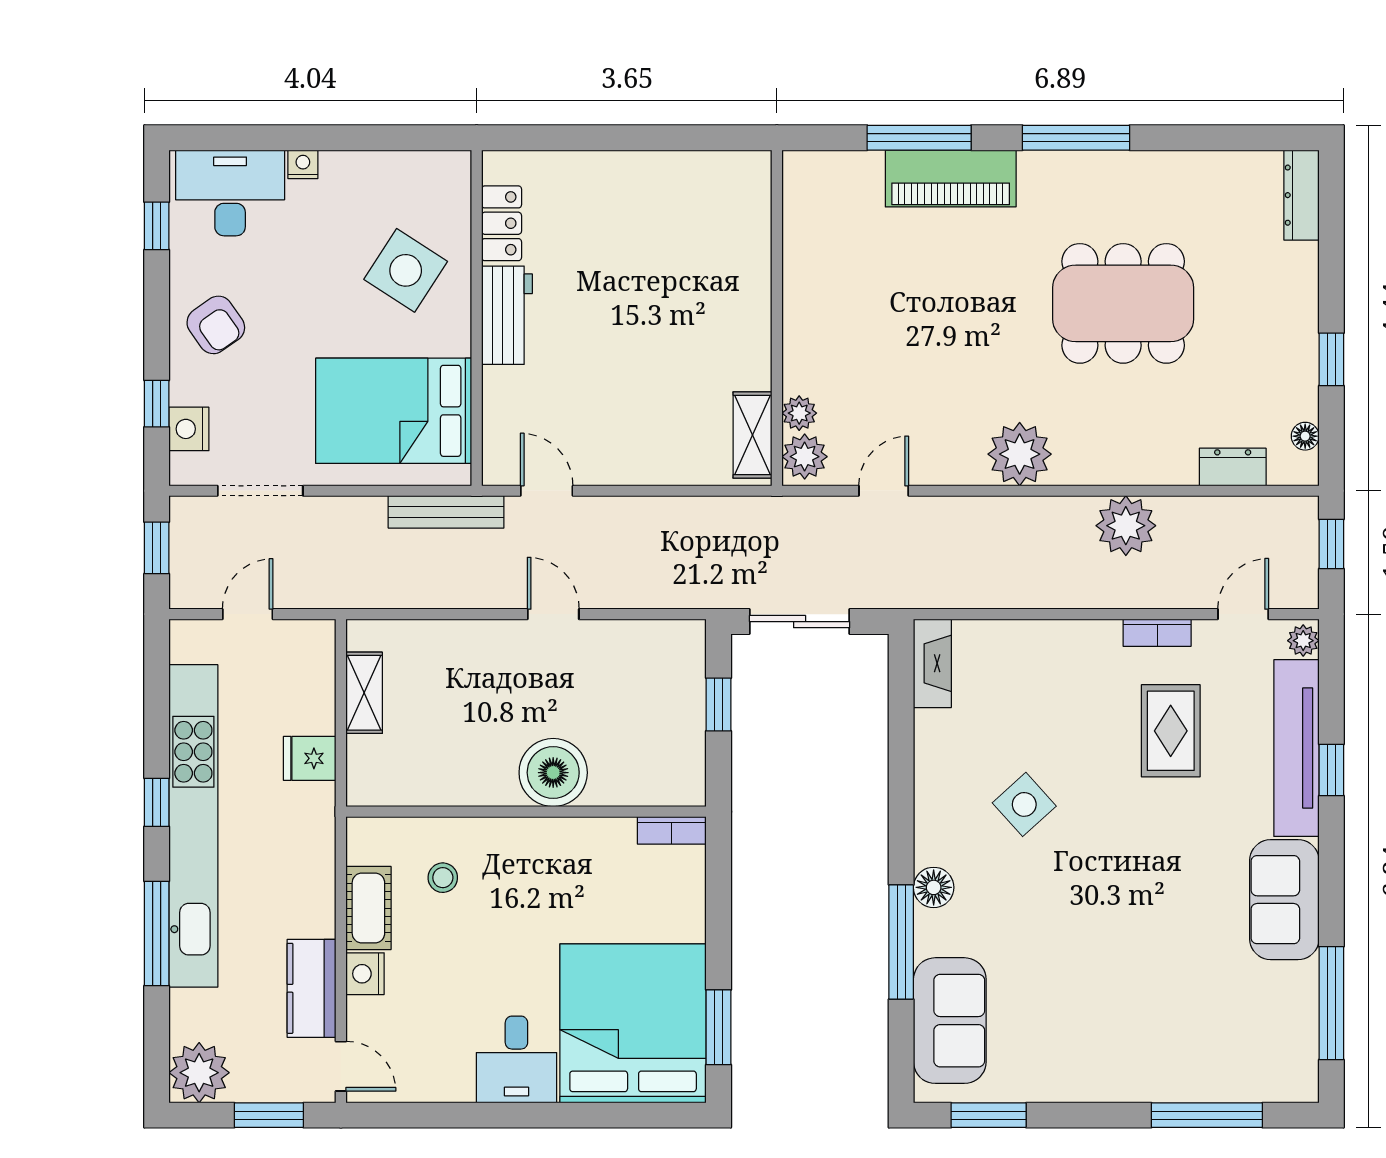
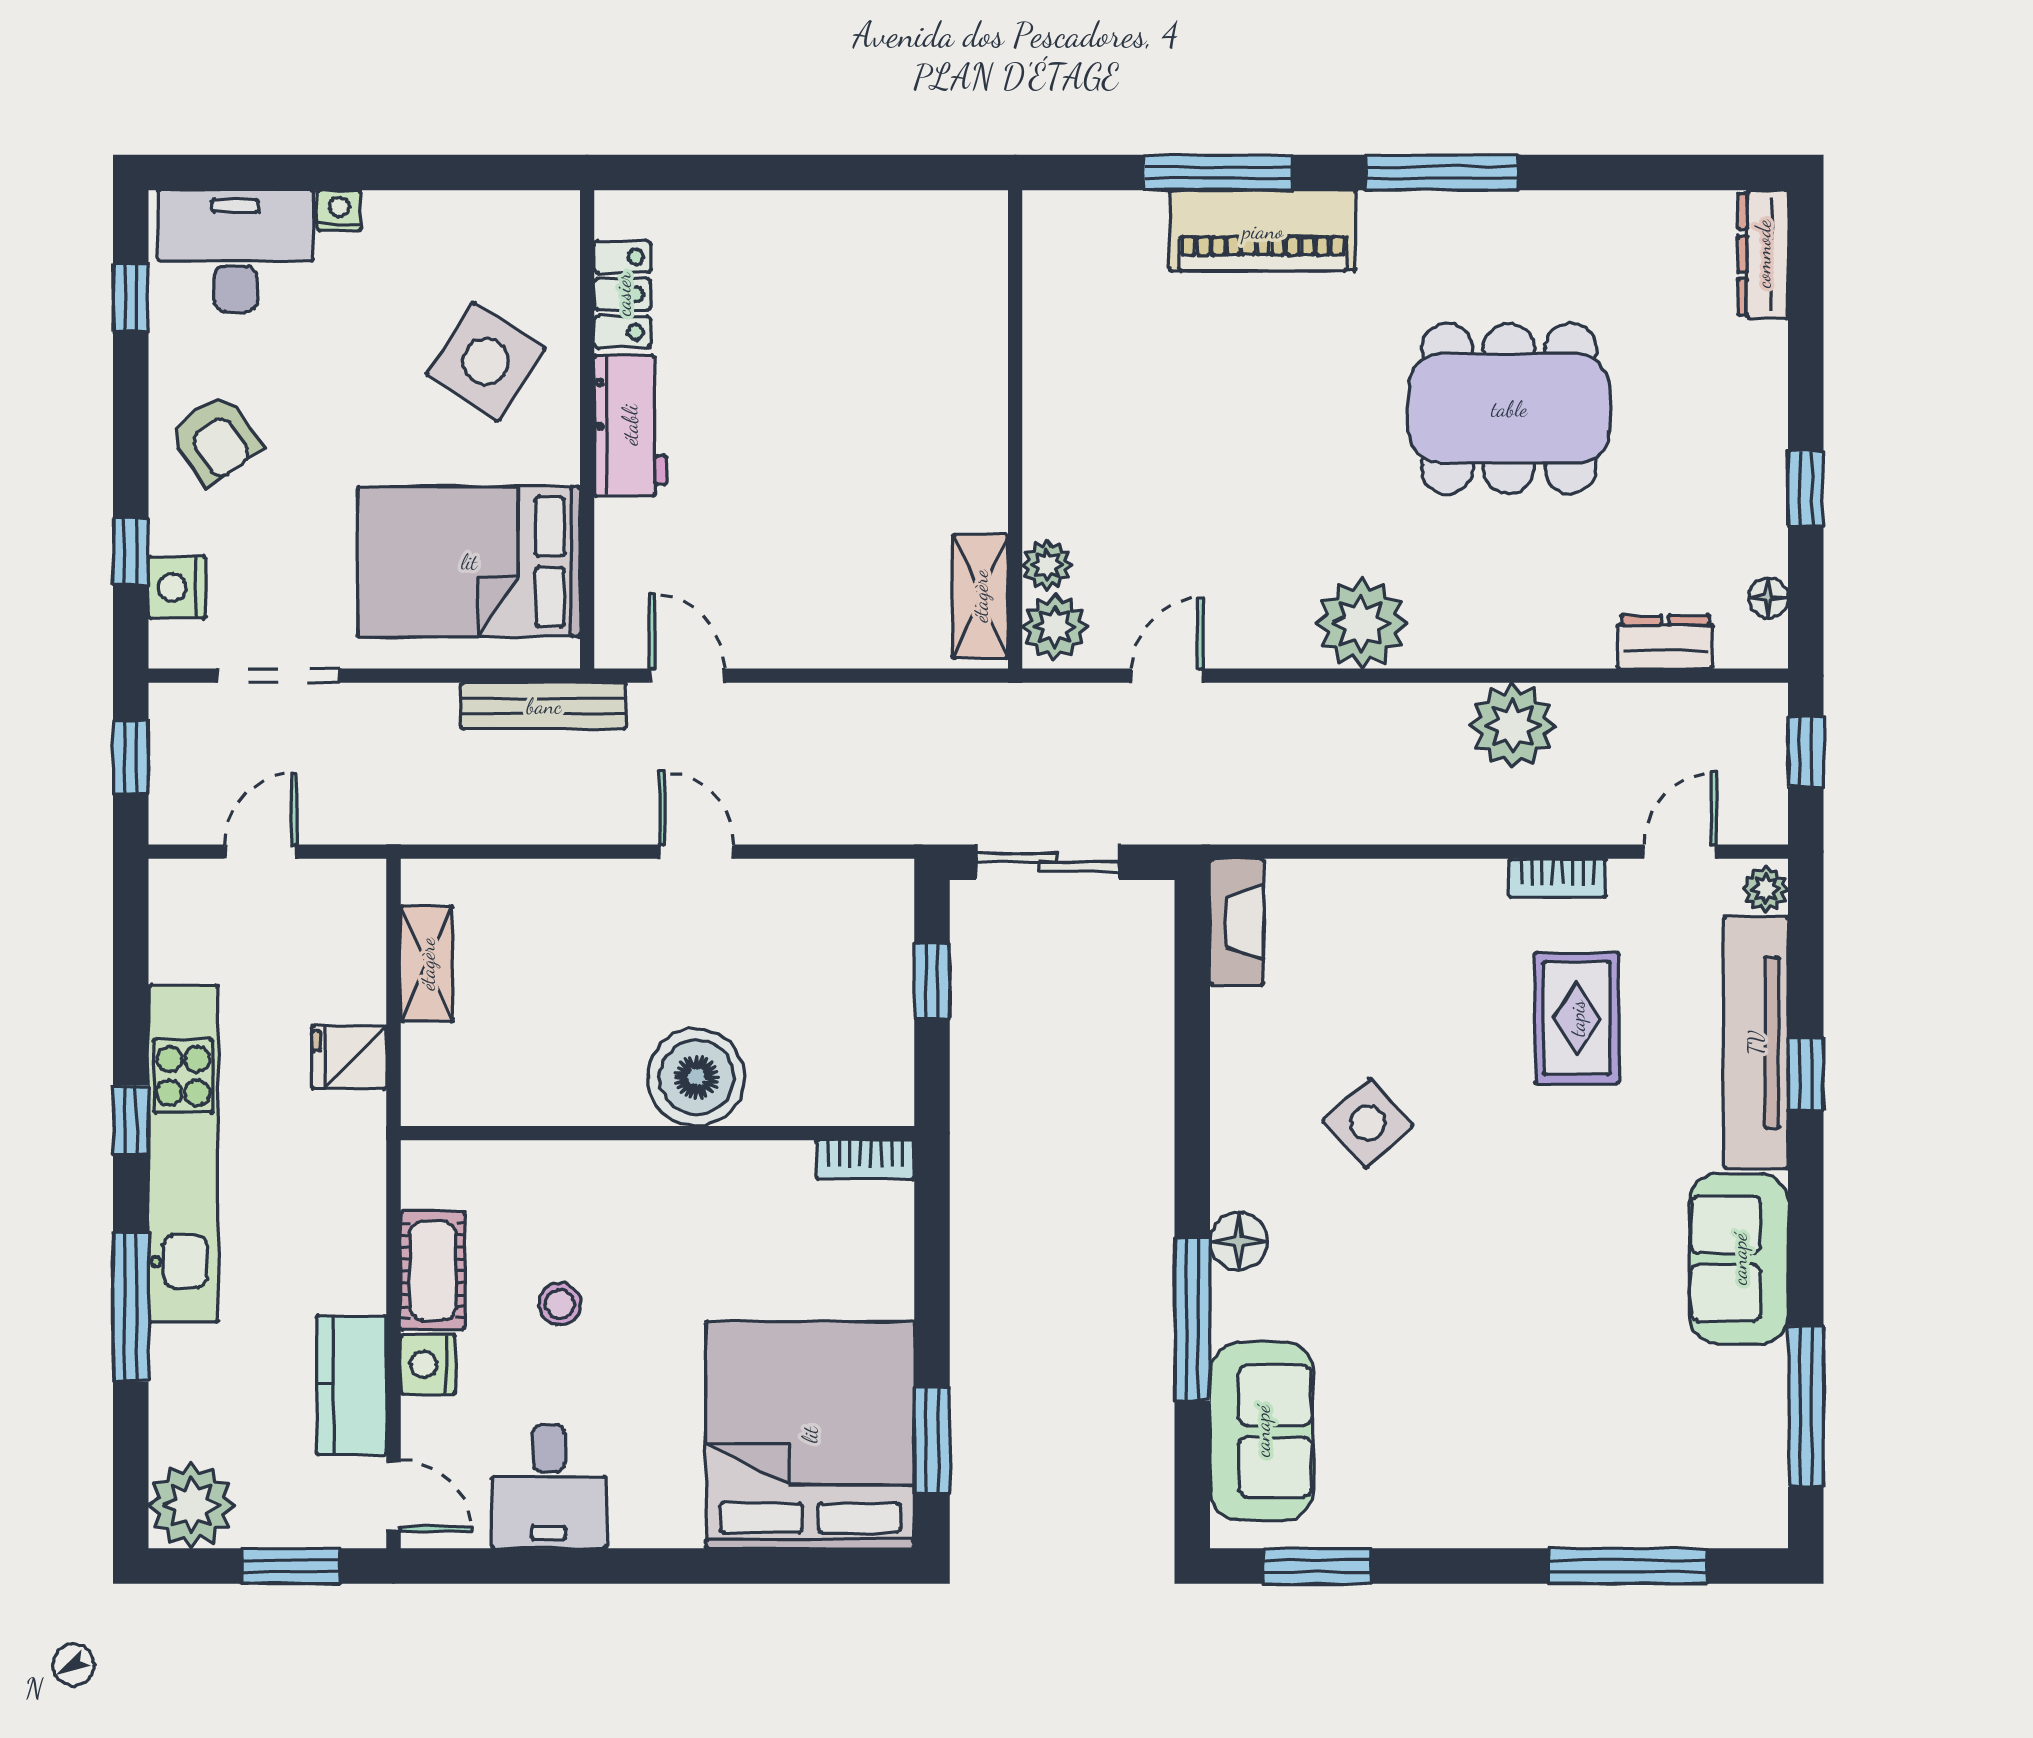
kitchen unit: (193, 826) -> (183, 1154), width x0.73
stool: (443, 878) -> (560, 1304), moved
desk: (516, 1059) -> (549, 1487), moved

